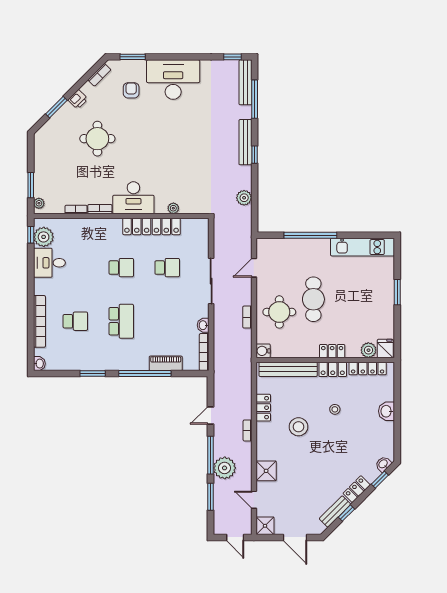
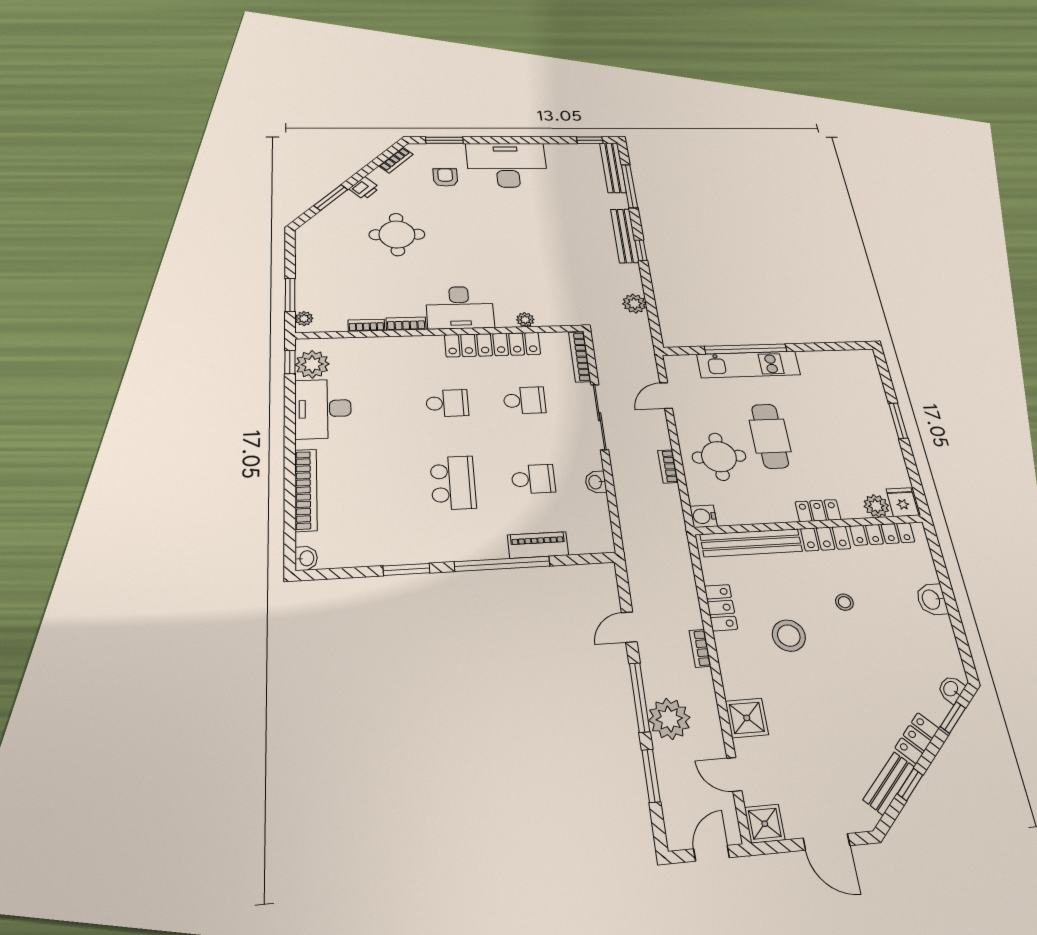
kitchen unit: (363, 247) -> (749, 365), moved
desk: (49, 263) -> (323, 409), width x1.37
school desk: (75, 321) -> (533, 479), moved
bookcase: (204, 352) -> (580, 357), moved
door: (235, 538) -> (712, 853), swing flipped

